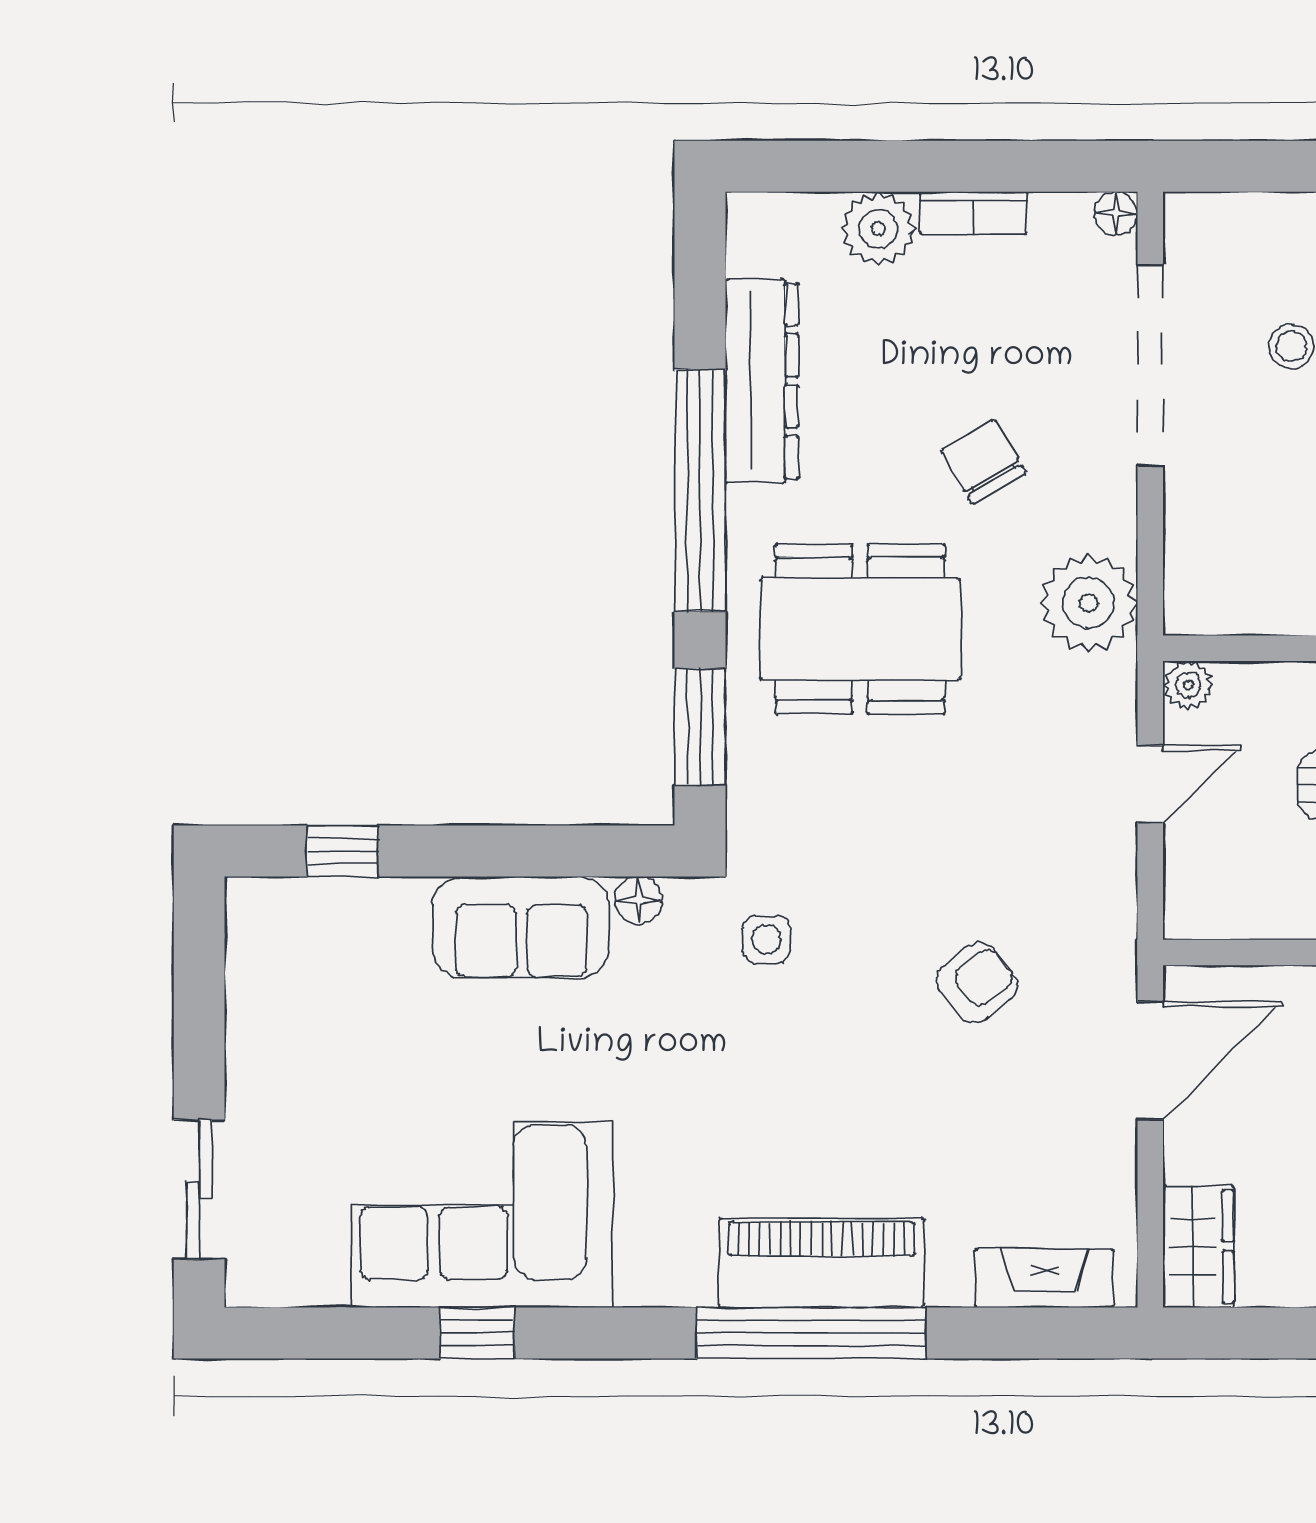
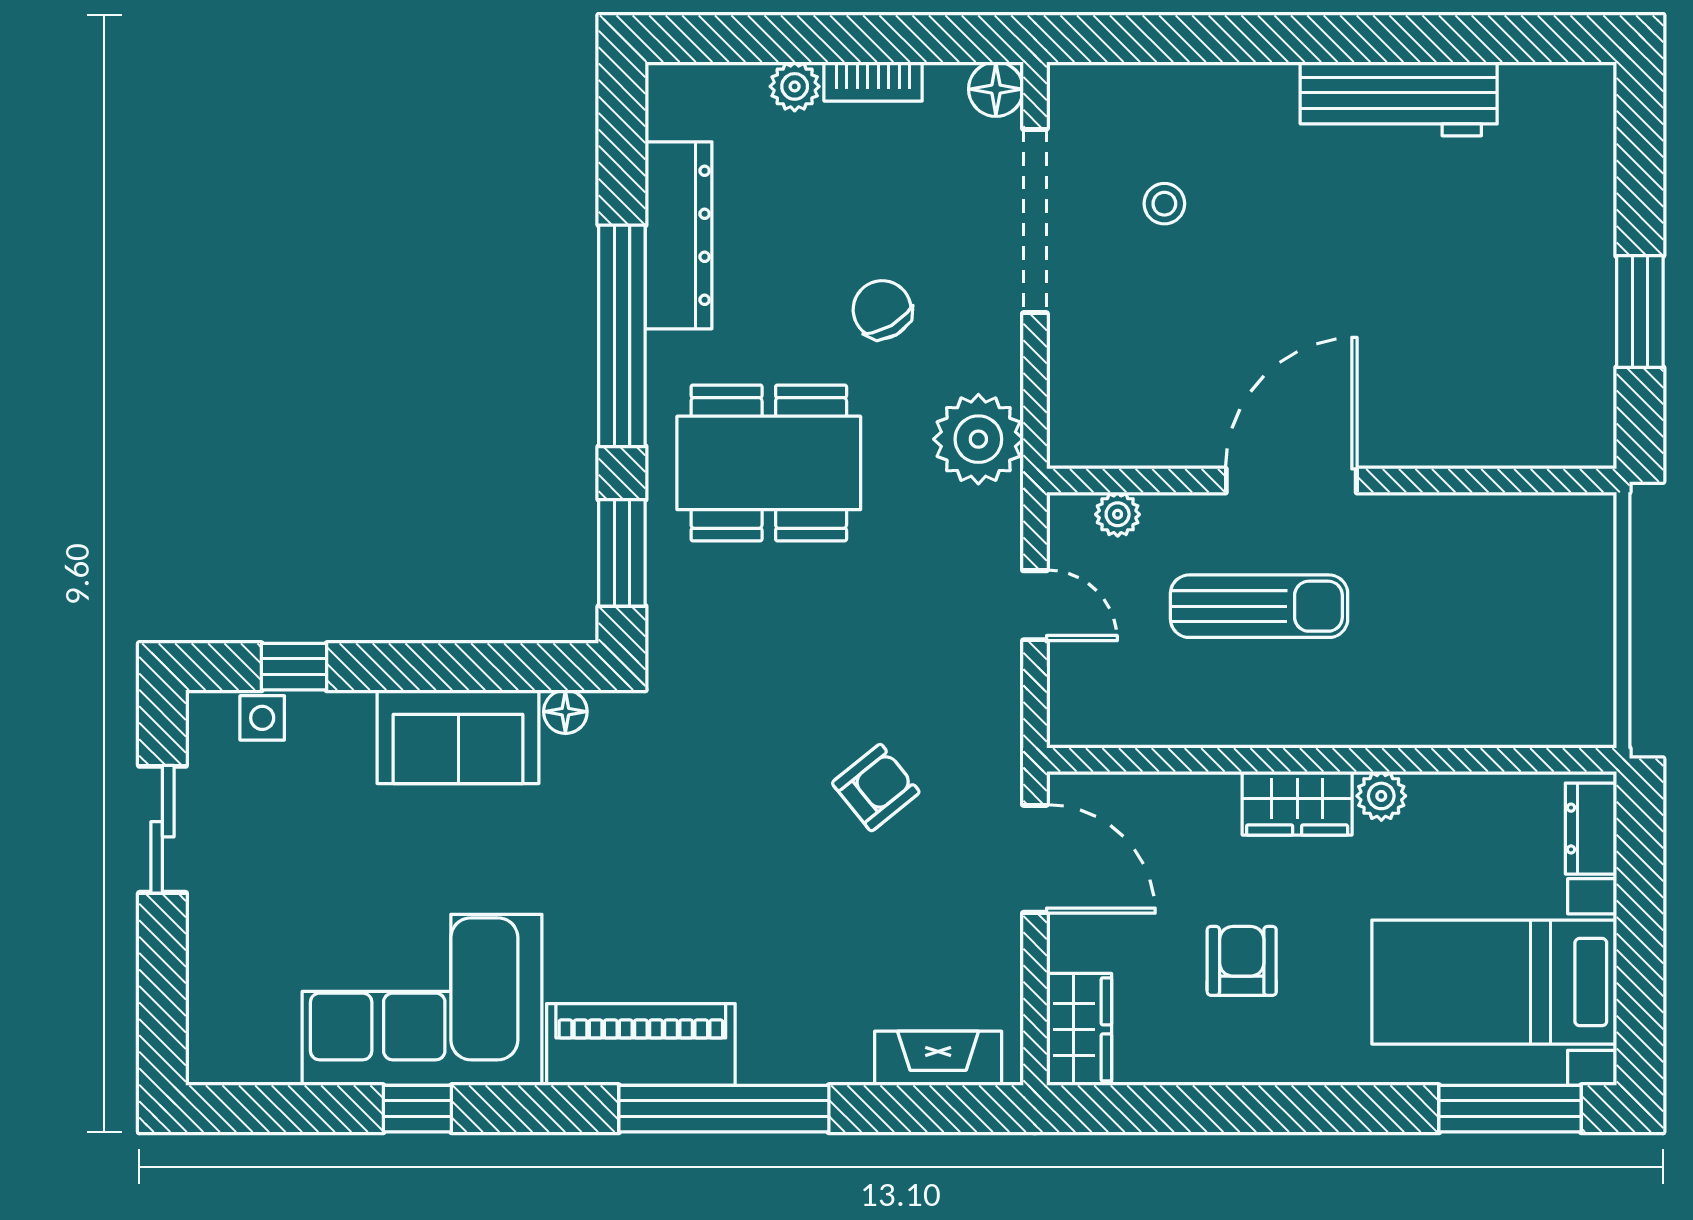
floor lamp: (1116, 213) -> (996, 89), width x1.37, depth x1.37
plant: (878, 229) -> (795, 86), width x0.73, depth x0.73
plant: (1188, 685) -> (1118, 514), moved
door: (1150, 784) -> (1035, 605), hinge flipped
side table: (766, 939) -> (262, 718), moved
door: (1150, 1061) -> (1035, 859), hinge flipped
sliding door: (199, 1189) -> (162, 829), moved
piano: (821, 1263) -> (641, 1044), moved

